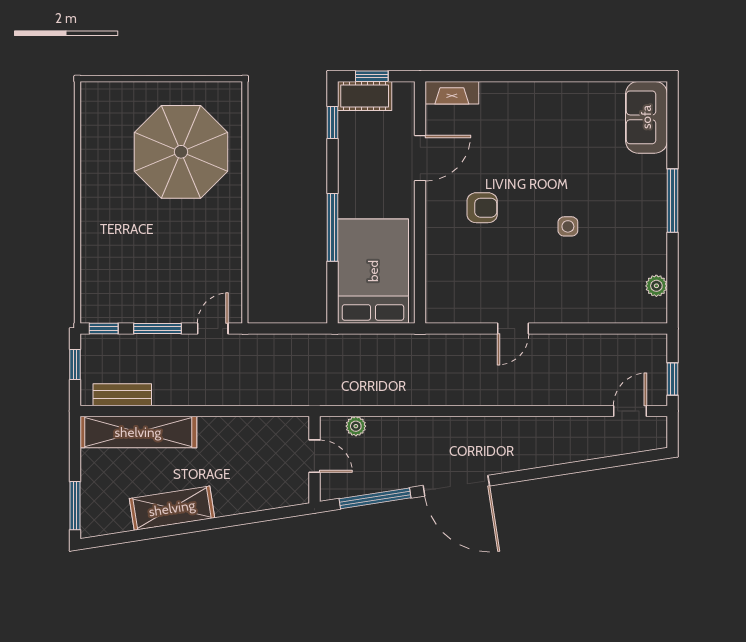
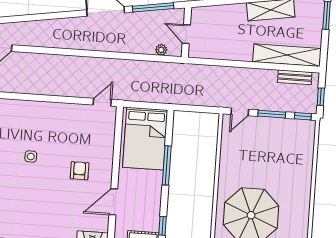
armchair: (482, 208) -> (80, 171), turned 90
door: (513, 329) -> (102, 102), moved

